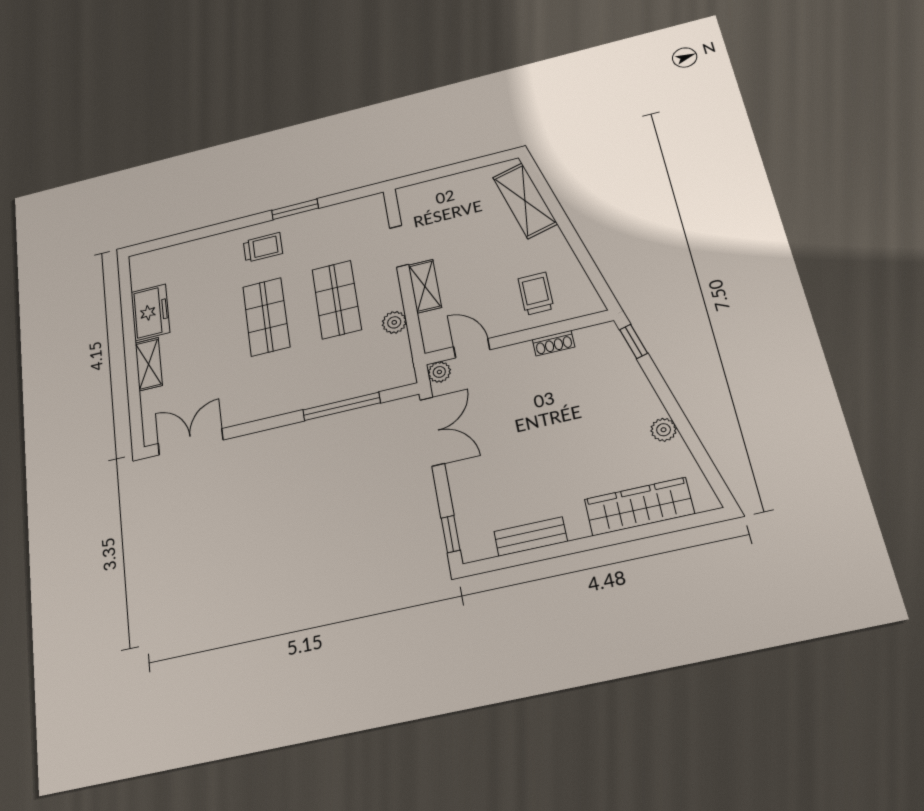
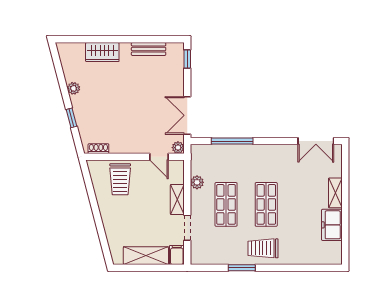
filing cabinet: (410, 200) -> (177, 255), added
shelving: (525, 201) -> (146, 256), moved, turned -75
trolley: (263, 247) -> (263, 248), width x1.36, depth x1.39
trolley: (536, 294) -> (120, 179), width x1.36, depth x1.39
window: (634, 341) -> (72, 118), moved
shoe rack: (554, 343) -> (98, 149), moved
wardrobe: (639, 507) -> (102, 52), width x0.67

